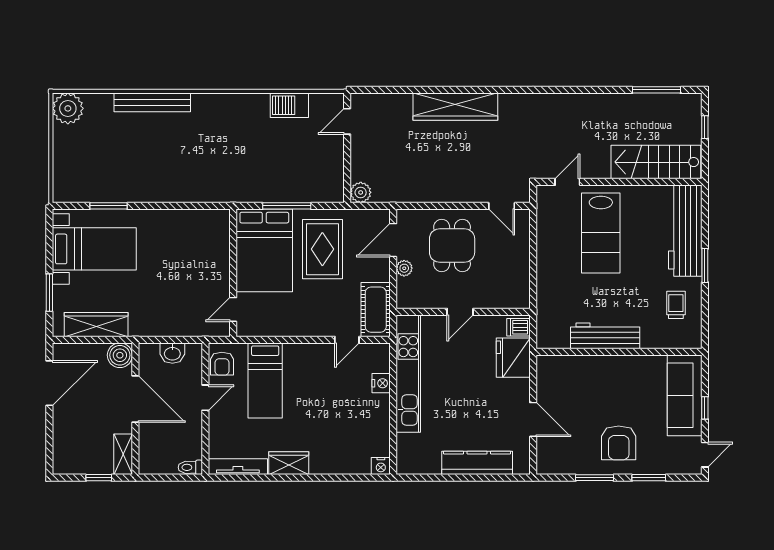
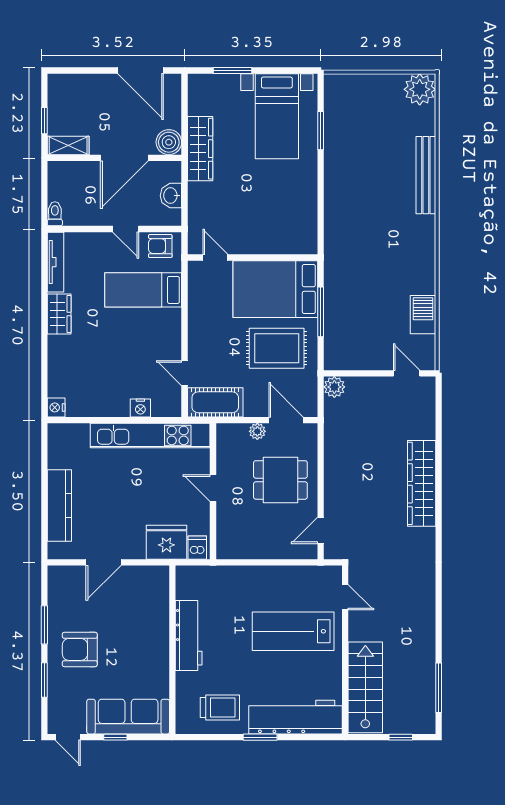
trolley: (676, 305) -> (220, 708), width x1.36, depth x1.39
wardrobe: (96, 325) -> (200, 149), moved

